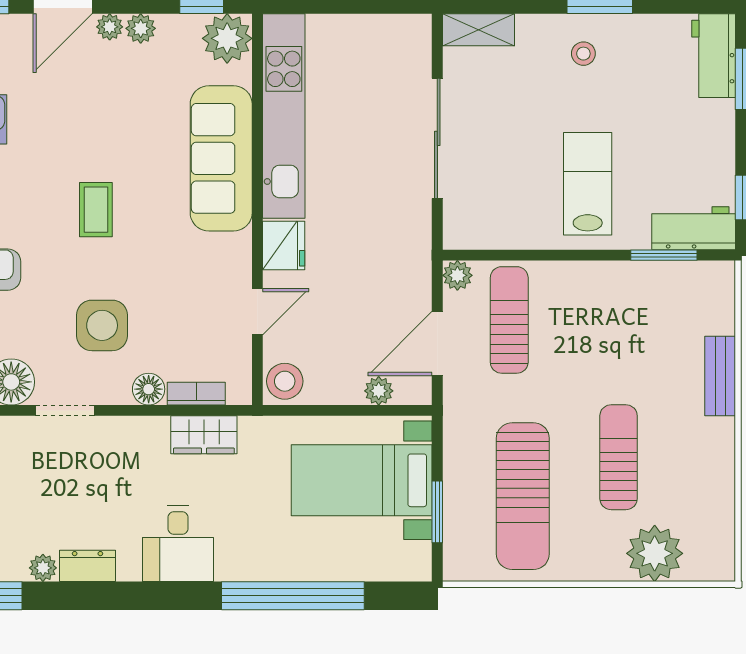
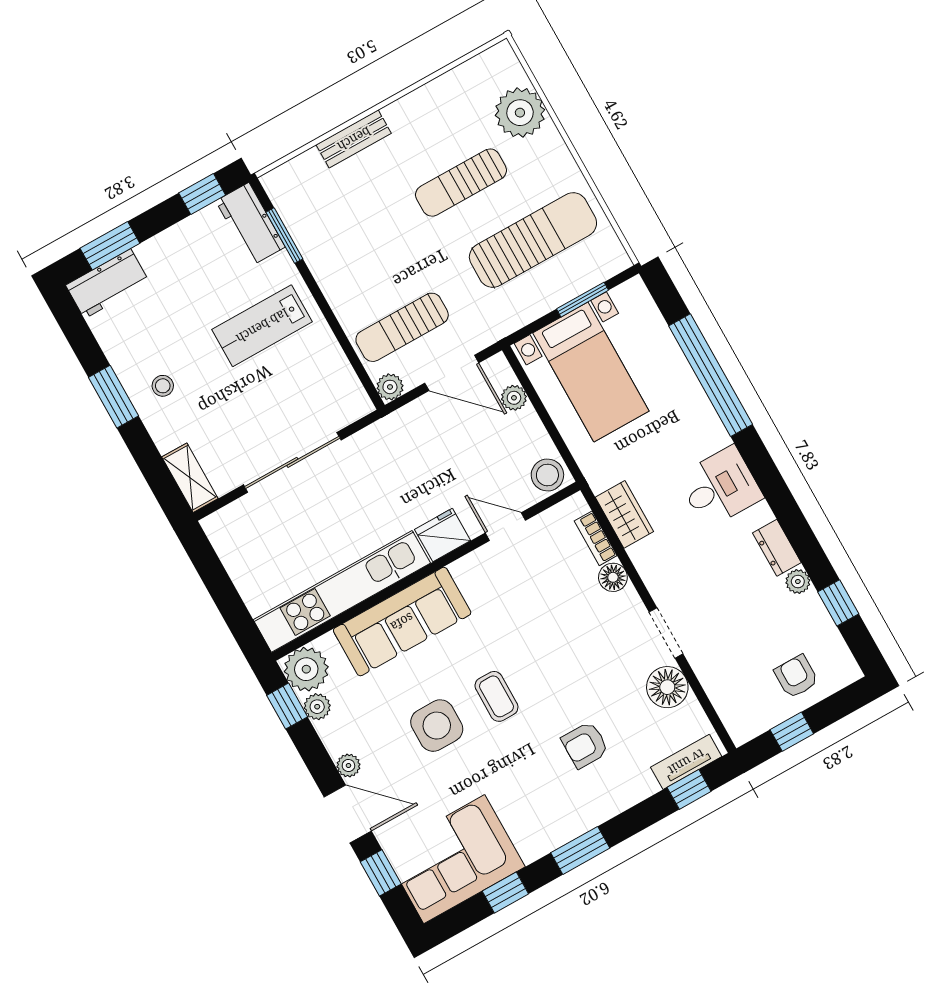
plant: (141, 28) -> (317, 707), moved
coffee table: (96, 210) -> (496, 696), turned 90
side table: (102, 325) -> (437, 726), moved

